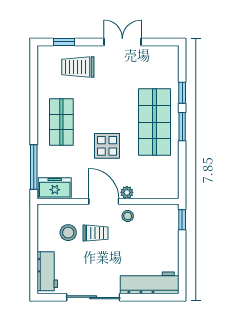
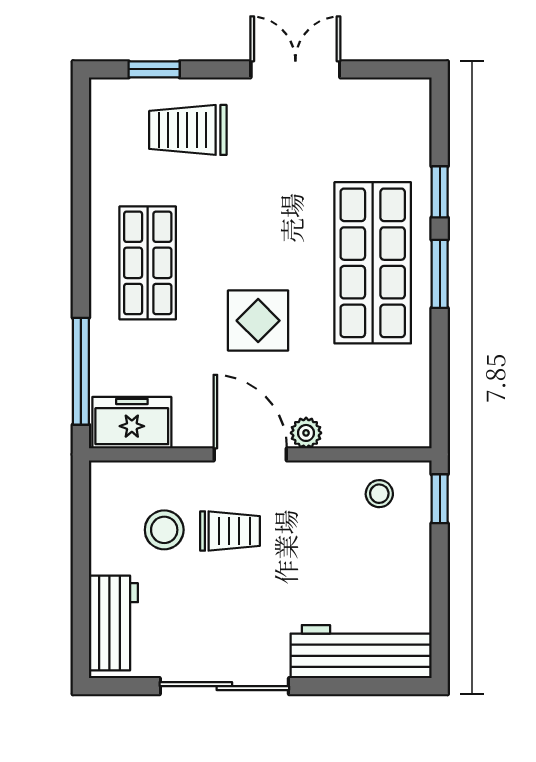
stool: (128, 216) -> (379, 494), moved

